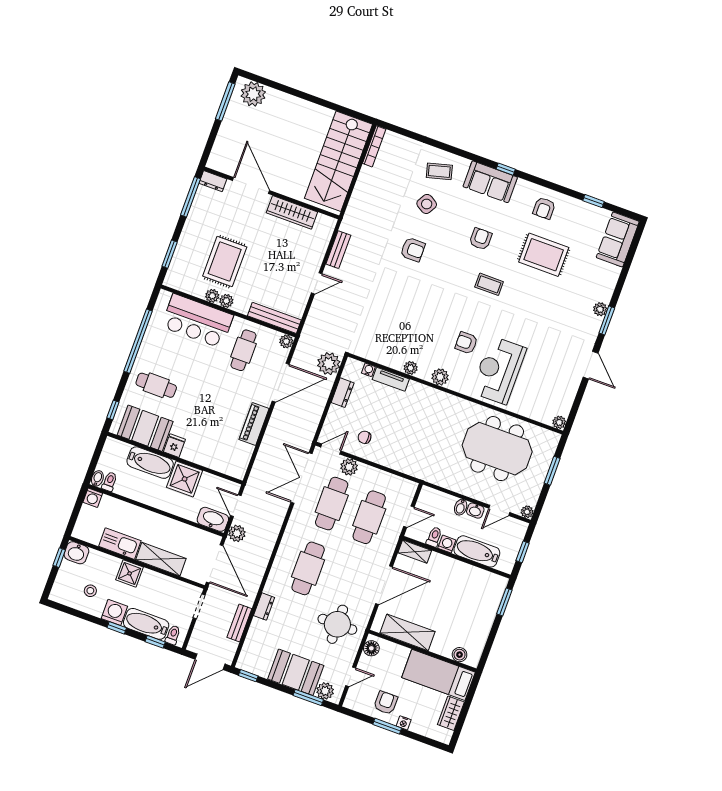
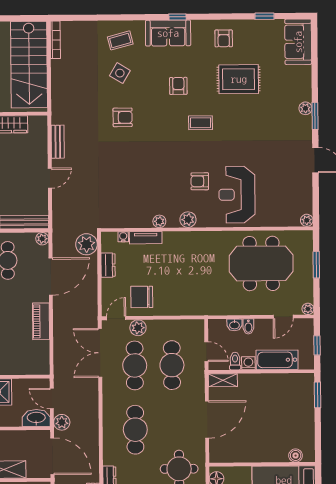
chair: (365, 437) -> (142, 297), width x1.87, depth x1.87
washbasin: (475, 511) -> (234, 325), moved
door: (409, 517) -> (206, 352), hinge flipped
shelving: (408, 632) -> (243, 453), removed

